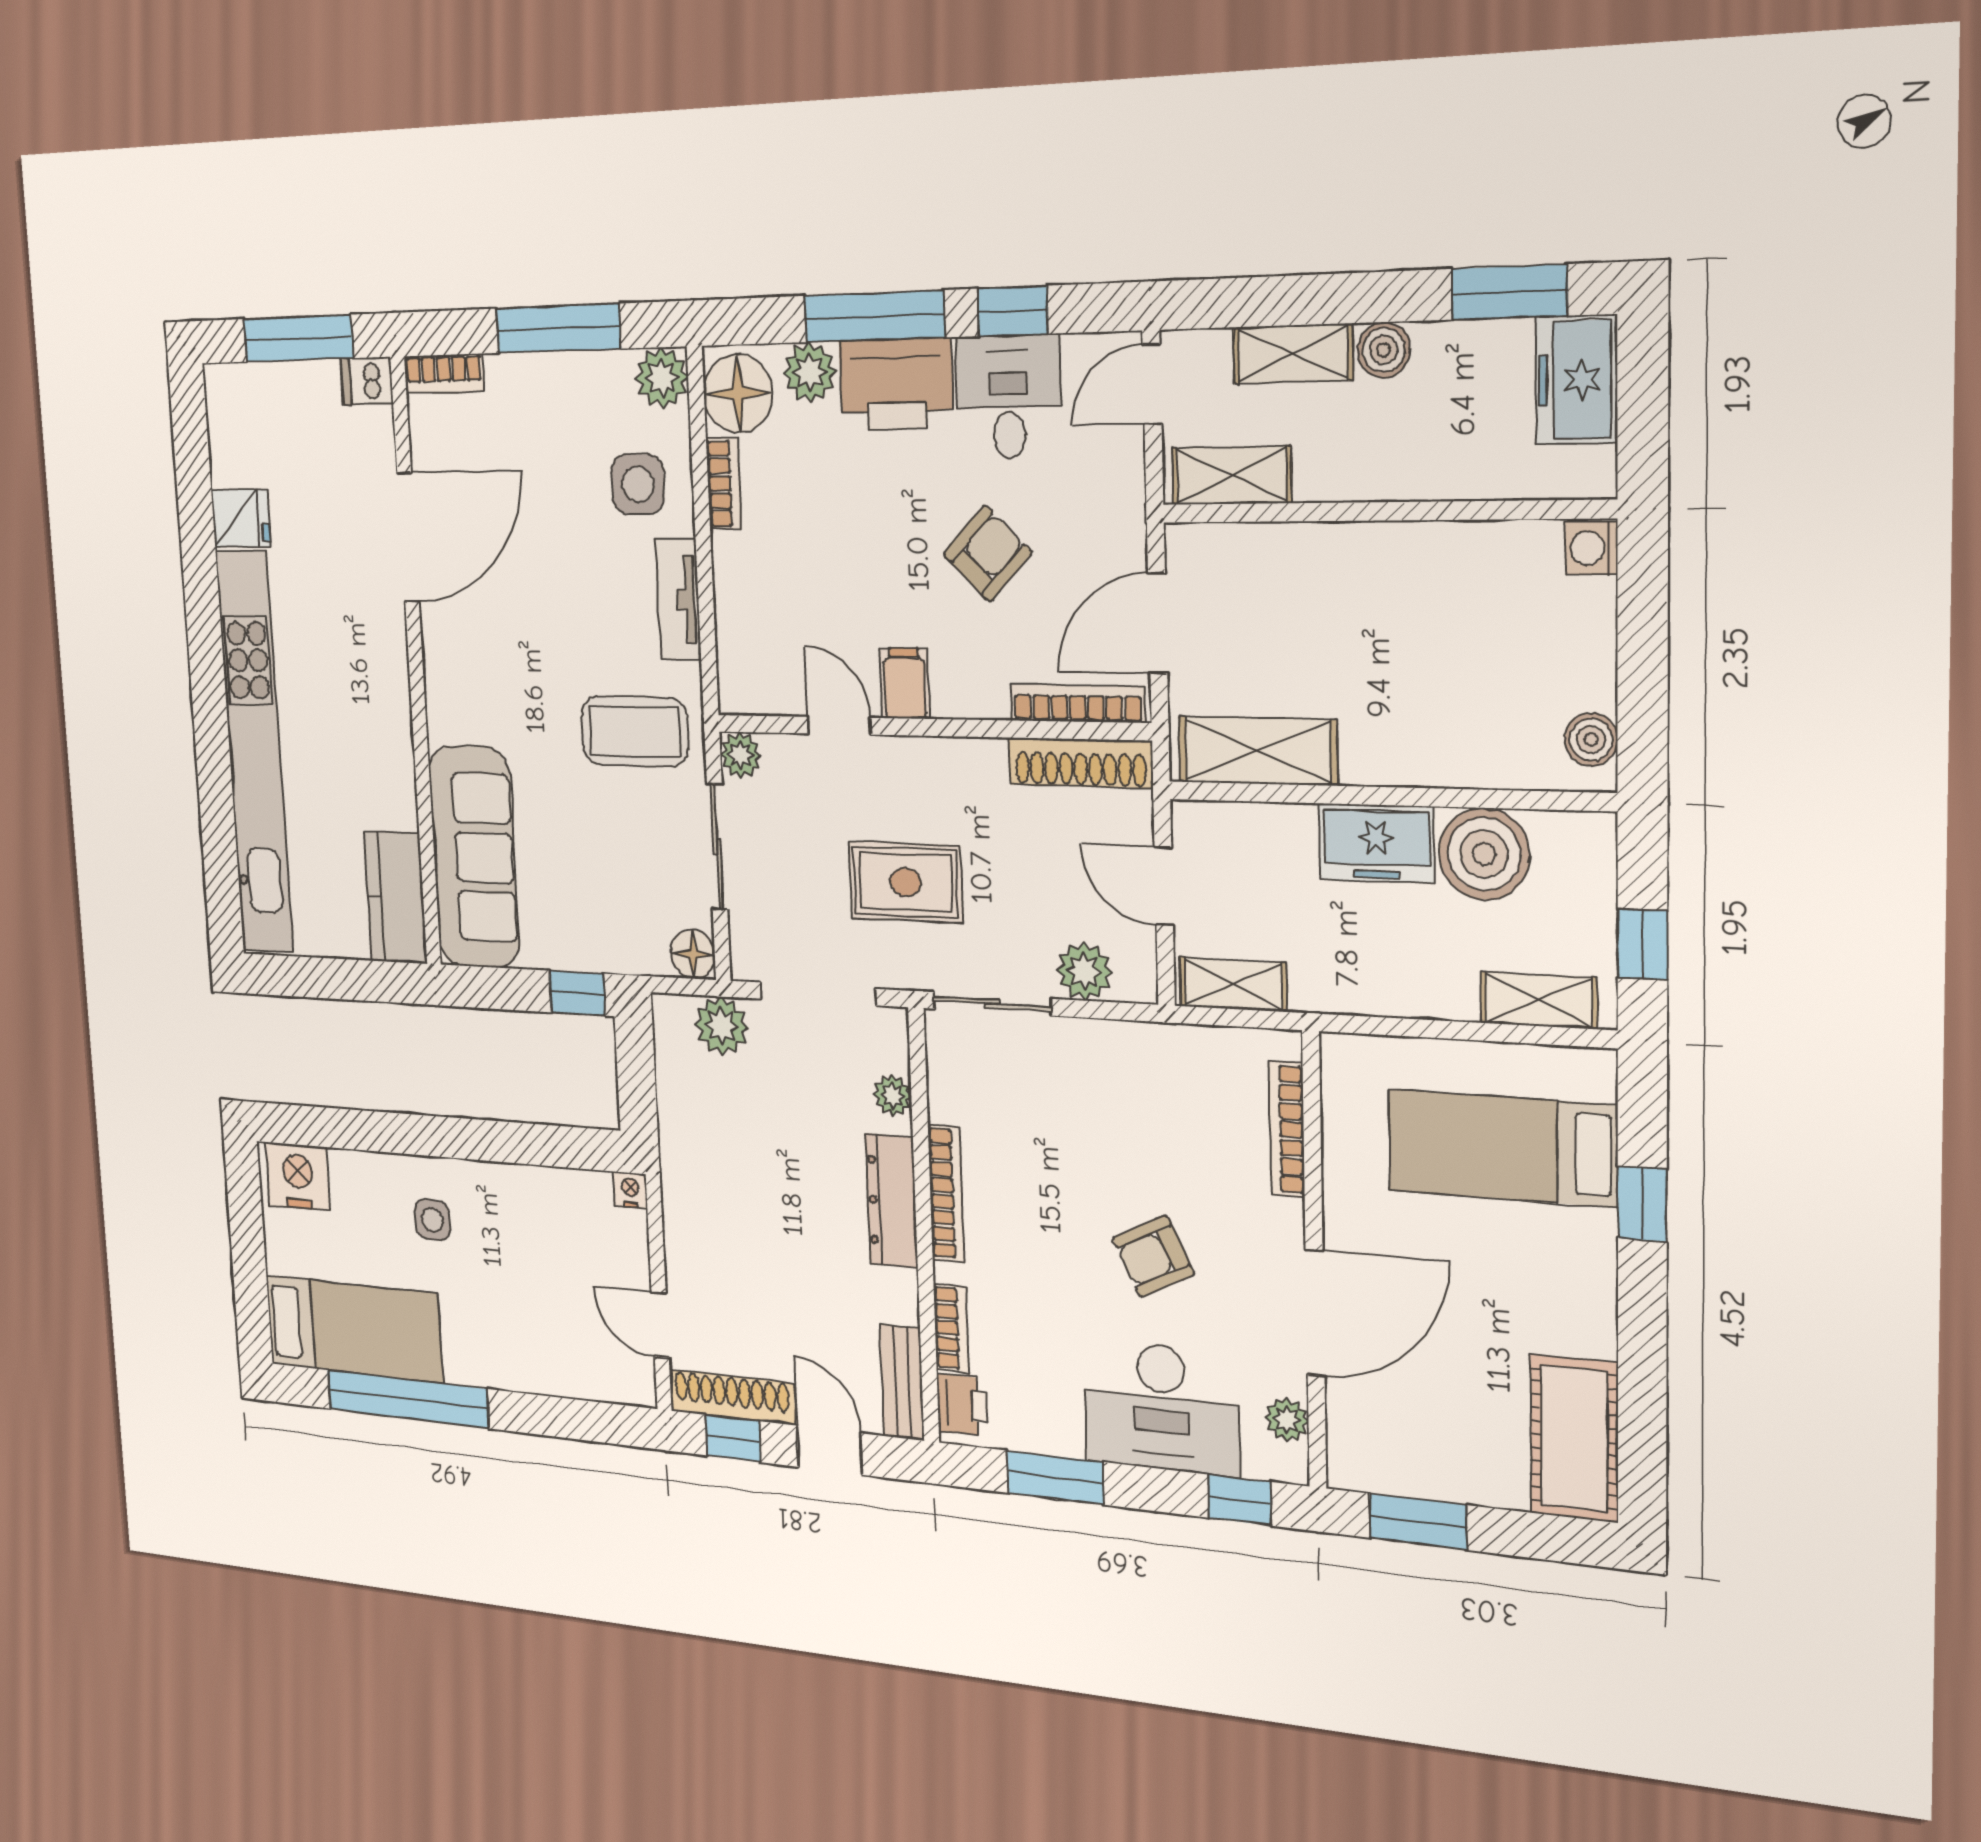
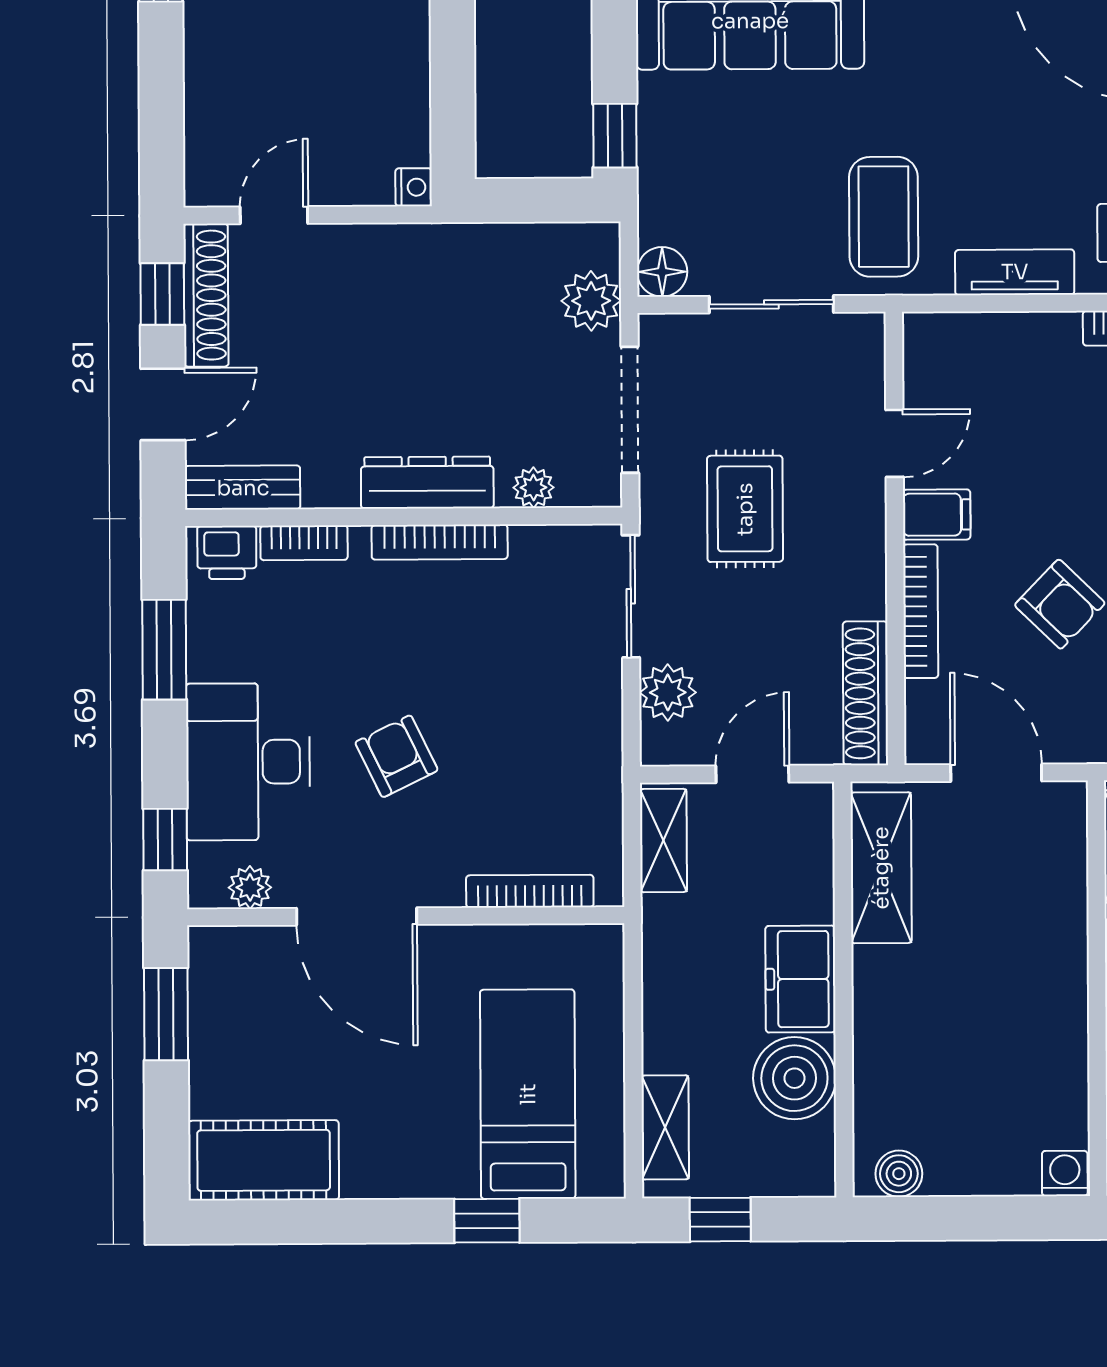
bookcase: (1078, 703) -> (921, 611), moved
plant: (740, 755) -> (863, 334), removed

